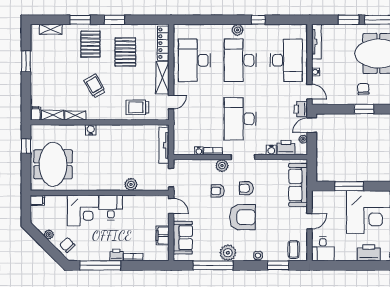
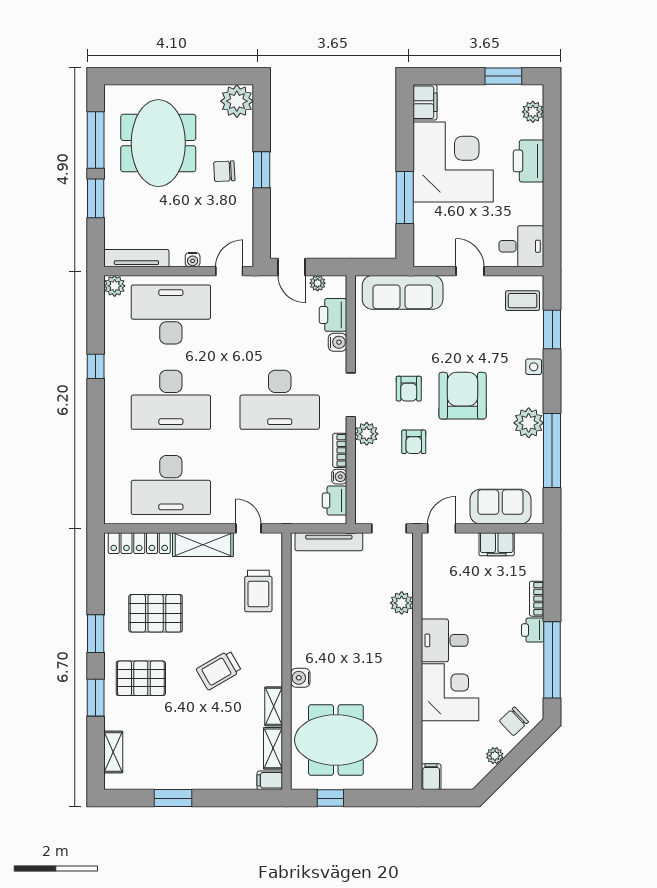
plant: (238, 30) -> (115, 286), moved
printer: (301, 109) -> (335, 500), moved, turned 90
meeting table: (53, 164) -> (336, 740), moved

